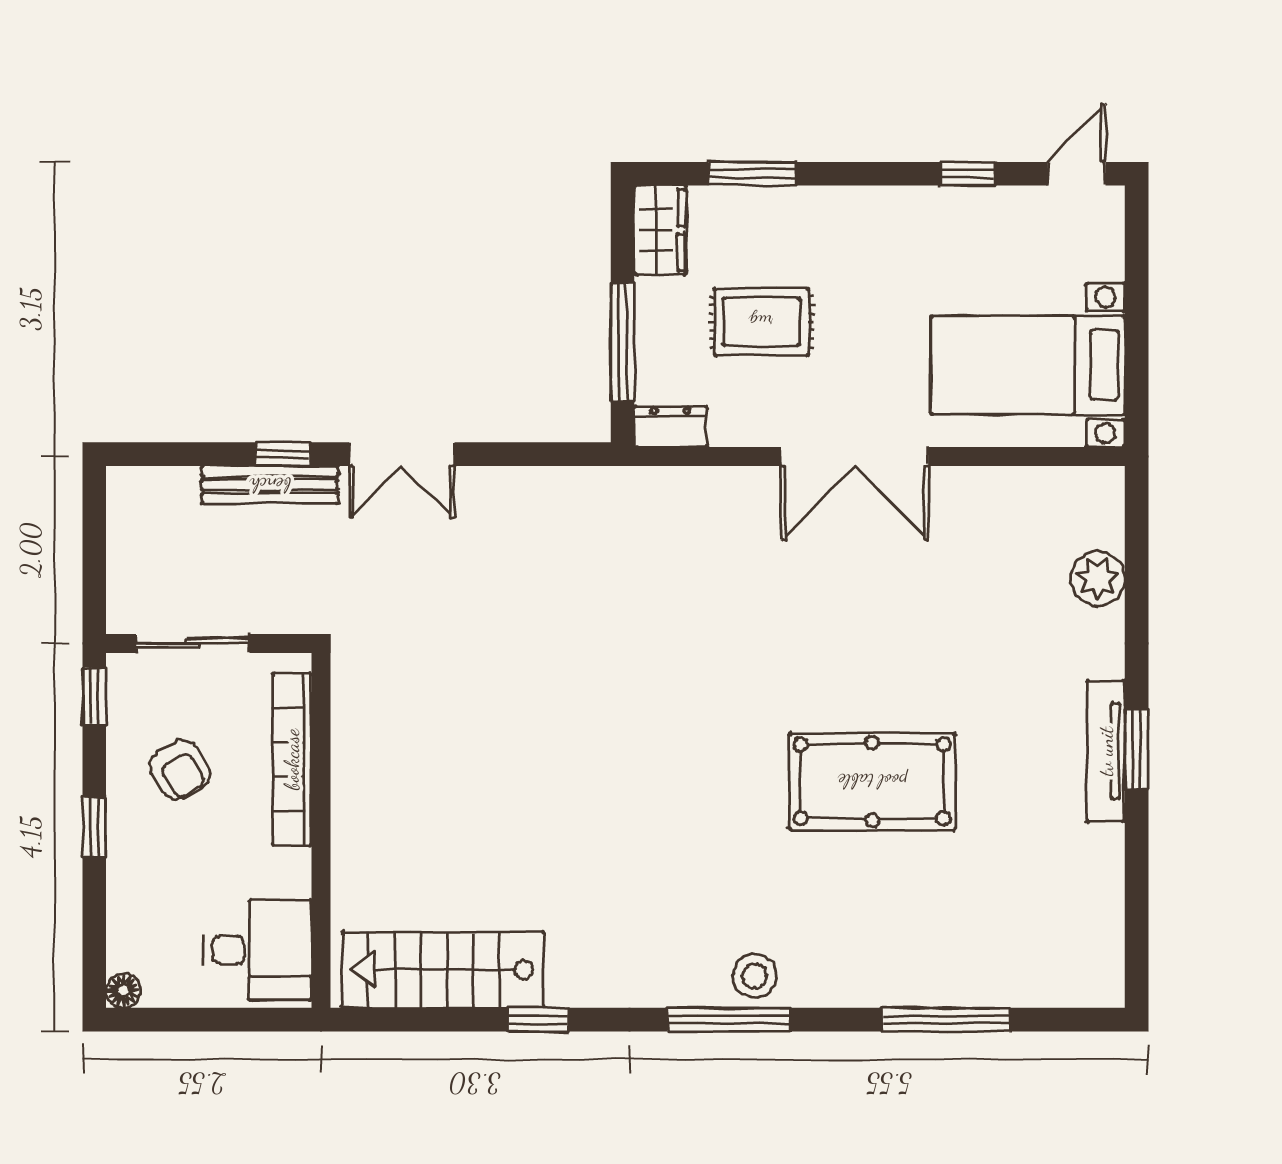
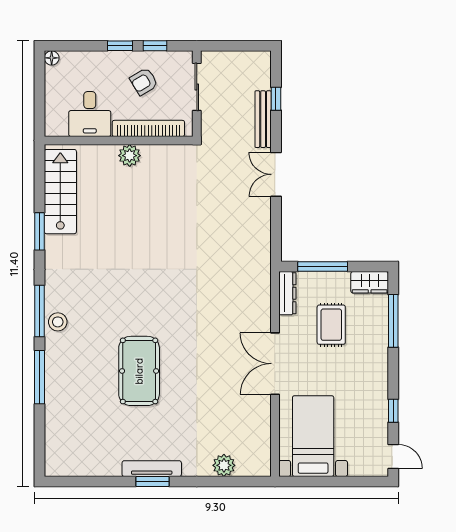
window: (752, 174) -> (393, 321), width x1.44
dresser: (670, 427) -> (287, 293), width x1.44
window: (283, 454) -> (276, 99), moved
window: (94, 696) -> (155, 46), moved
plant: (357, 804) -> (130, 156), added
desk: (258, 950) -> (90, 114), moved
window: (538, 1020) -> (39, 231), width x1.50
window: (947, 1020) -> (39, 377), moved

